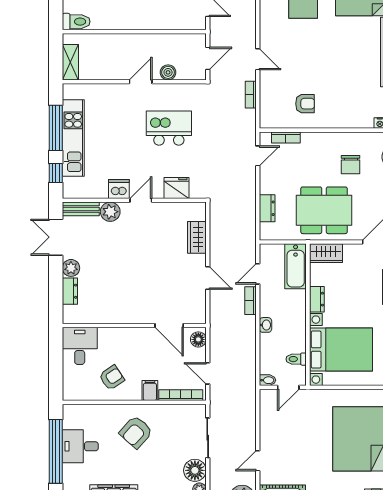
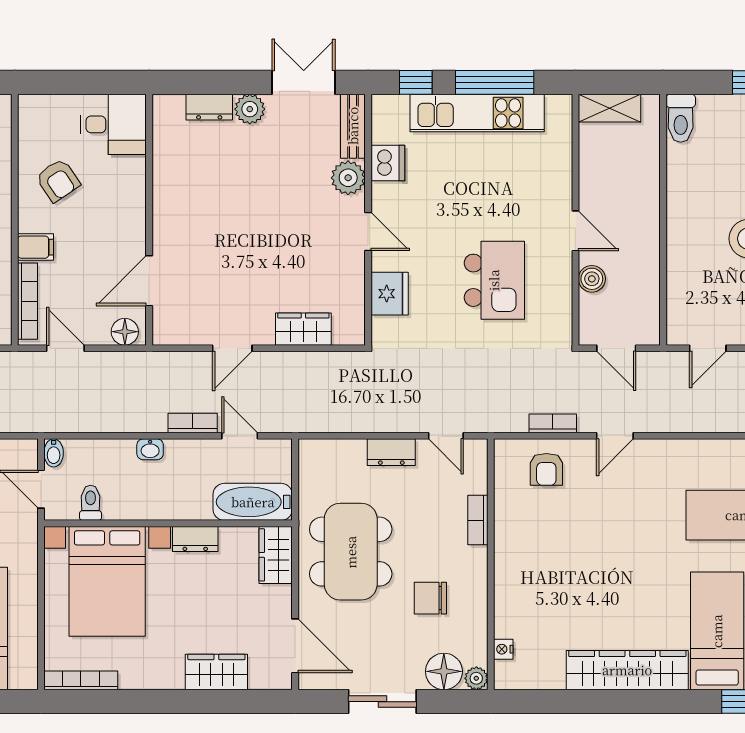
armchair: (305, 104) -> (546, 469), moved
bookcase: (286, 138) -> (478, 520), moved
dishwasher: (119, 189) -> (388, 163), moved
dresser: (267, 208) -> (391, 452), moved
door: (208, 373) -> (65, 348), hinge flipped

